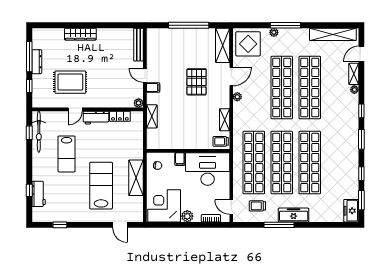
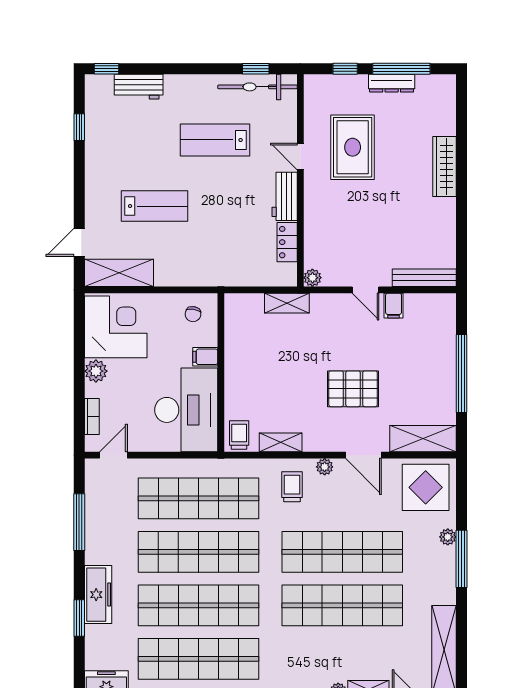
door: (145, 75) -> (366, 290), swing flipped
filing cabinet: (153, 88) -> (394, 306), moved
shop shelf: (338, 163) -> (199, 659), added
shelving: (136, 178) -> (119, 273), moved
lab bench: (101, 186) -> (155, 206), width x0.73, depth x0.72
window: (29, 190) -> (107, 69), moved
trolley: (257, 206) -> (292, 487), moved
freezer: (294, 215) -> (98, 595), moved
window: (279, 225) -> (79, 522), moved
window: (316, 225) -> (79, 618), added

